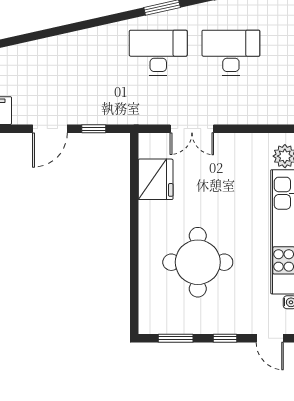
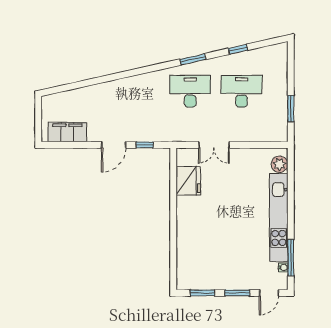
round table: (198, 262) -> (218, 239), removed
window: (225, 338) -> (237, 293), width x1.50
door: (270, 338) -> (269, 293), hinge flipped

